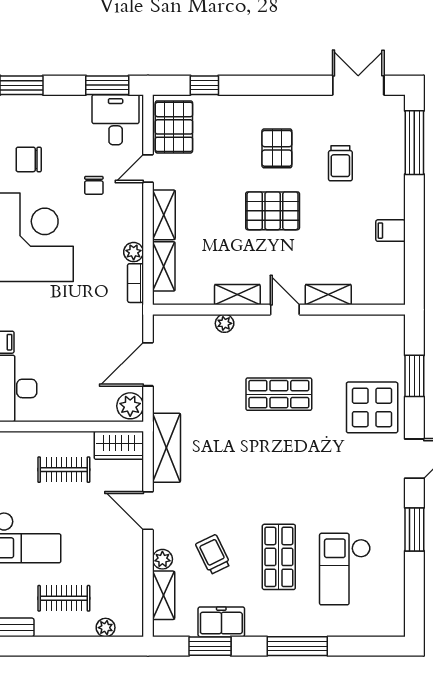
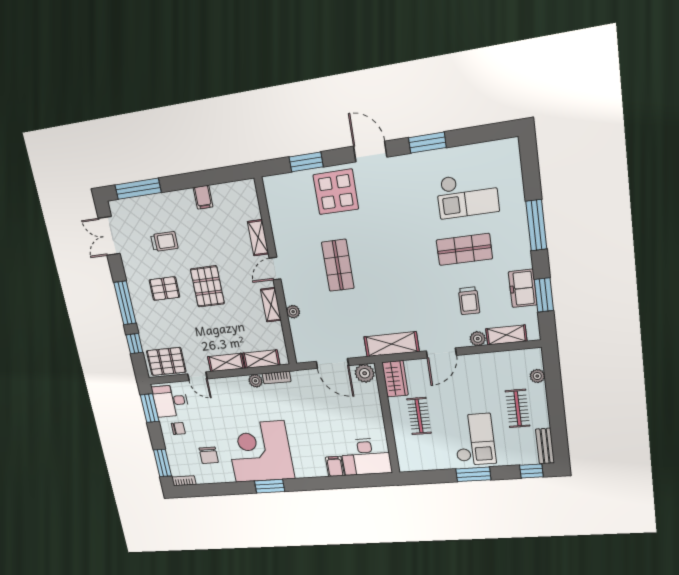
window: (264, 85) -> (125, 303), added
chair: (94, 185) -> (178, 429), moved
trolley: (213, 554) -> (469, 301), turned -64

